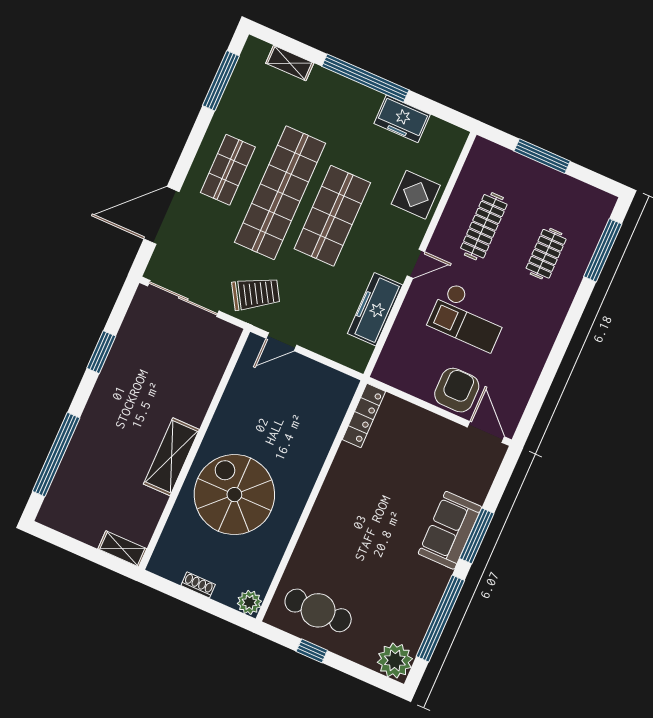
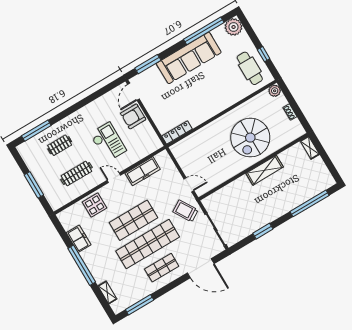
sofa: (450, 530) -> (189, 58), width x1.85, depth x1.27
window: (477, 536) -> (148, 64), moved

